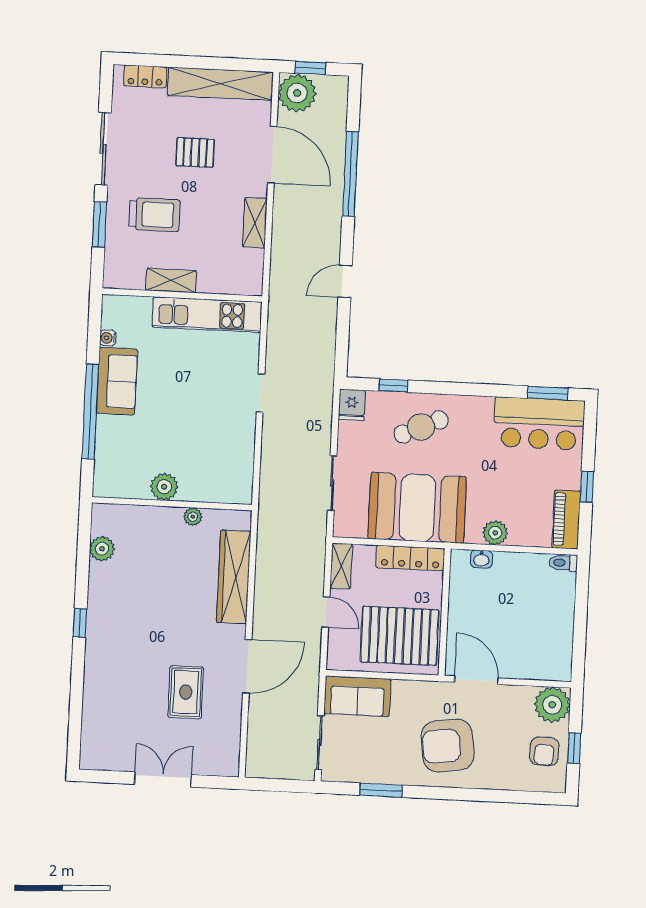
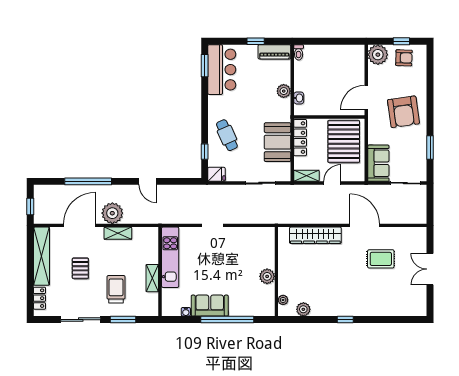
plant: (297, 93) -> (112, 213), moved
booth: (417, 508) -> (278, 142), width x0.73, depth x0.70
plant: (193, 517) -> (283, 300), moved

